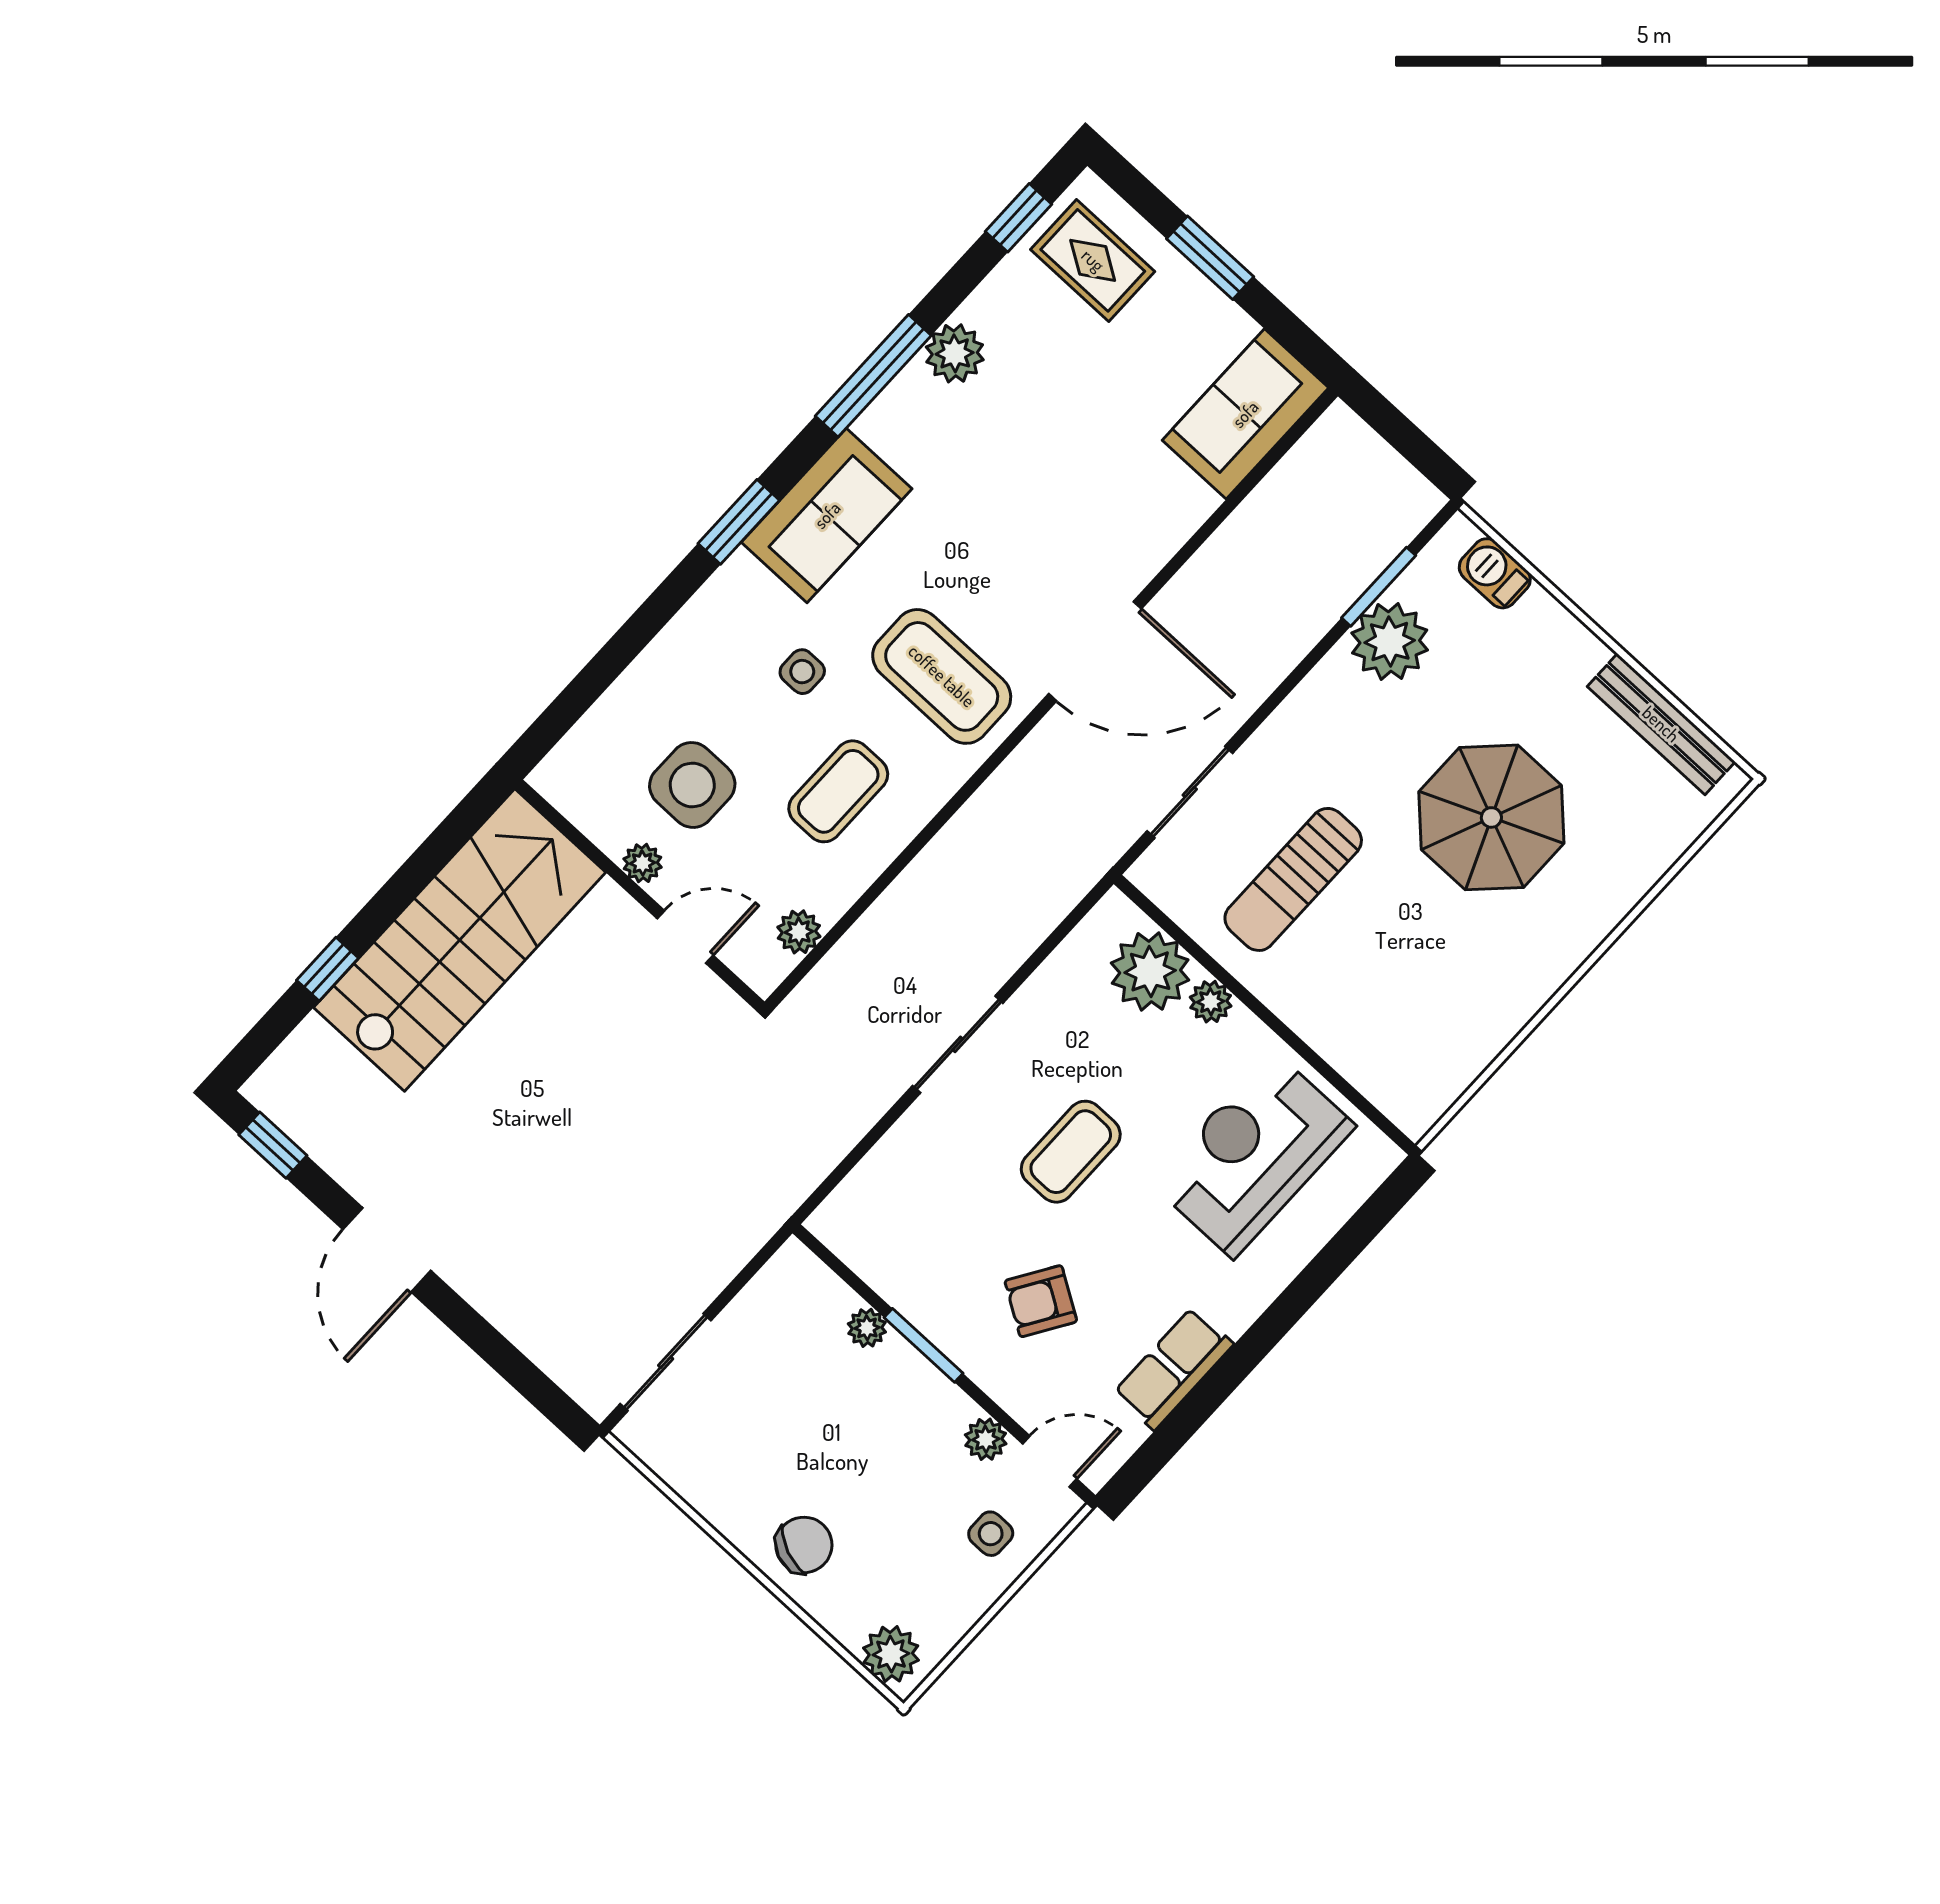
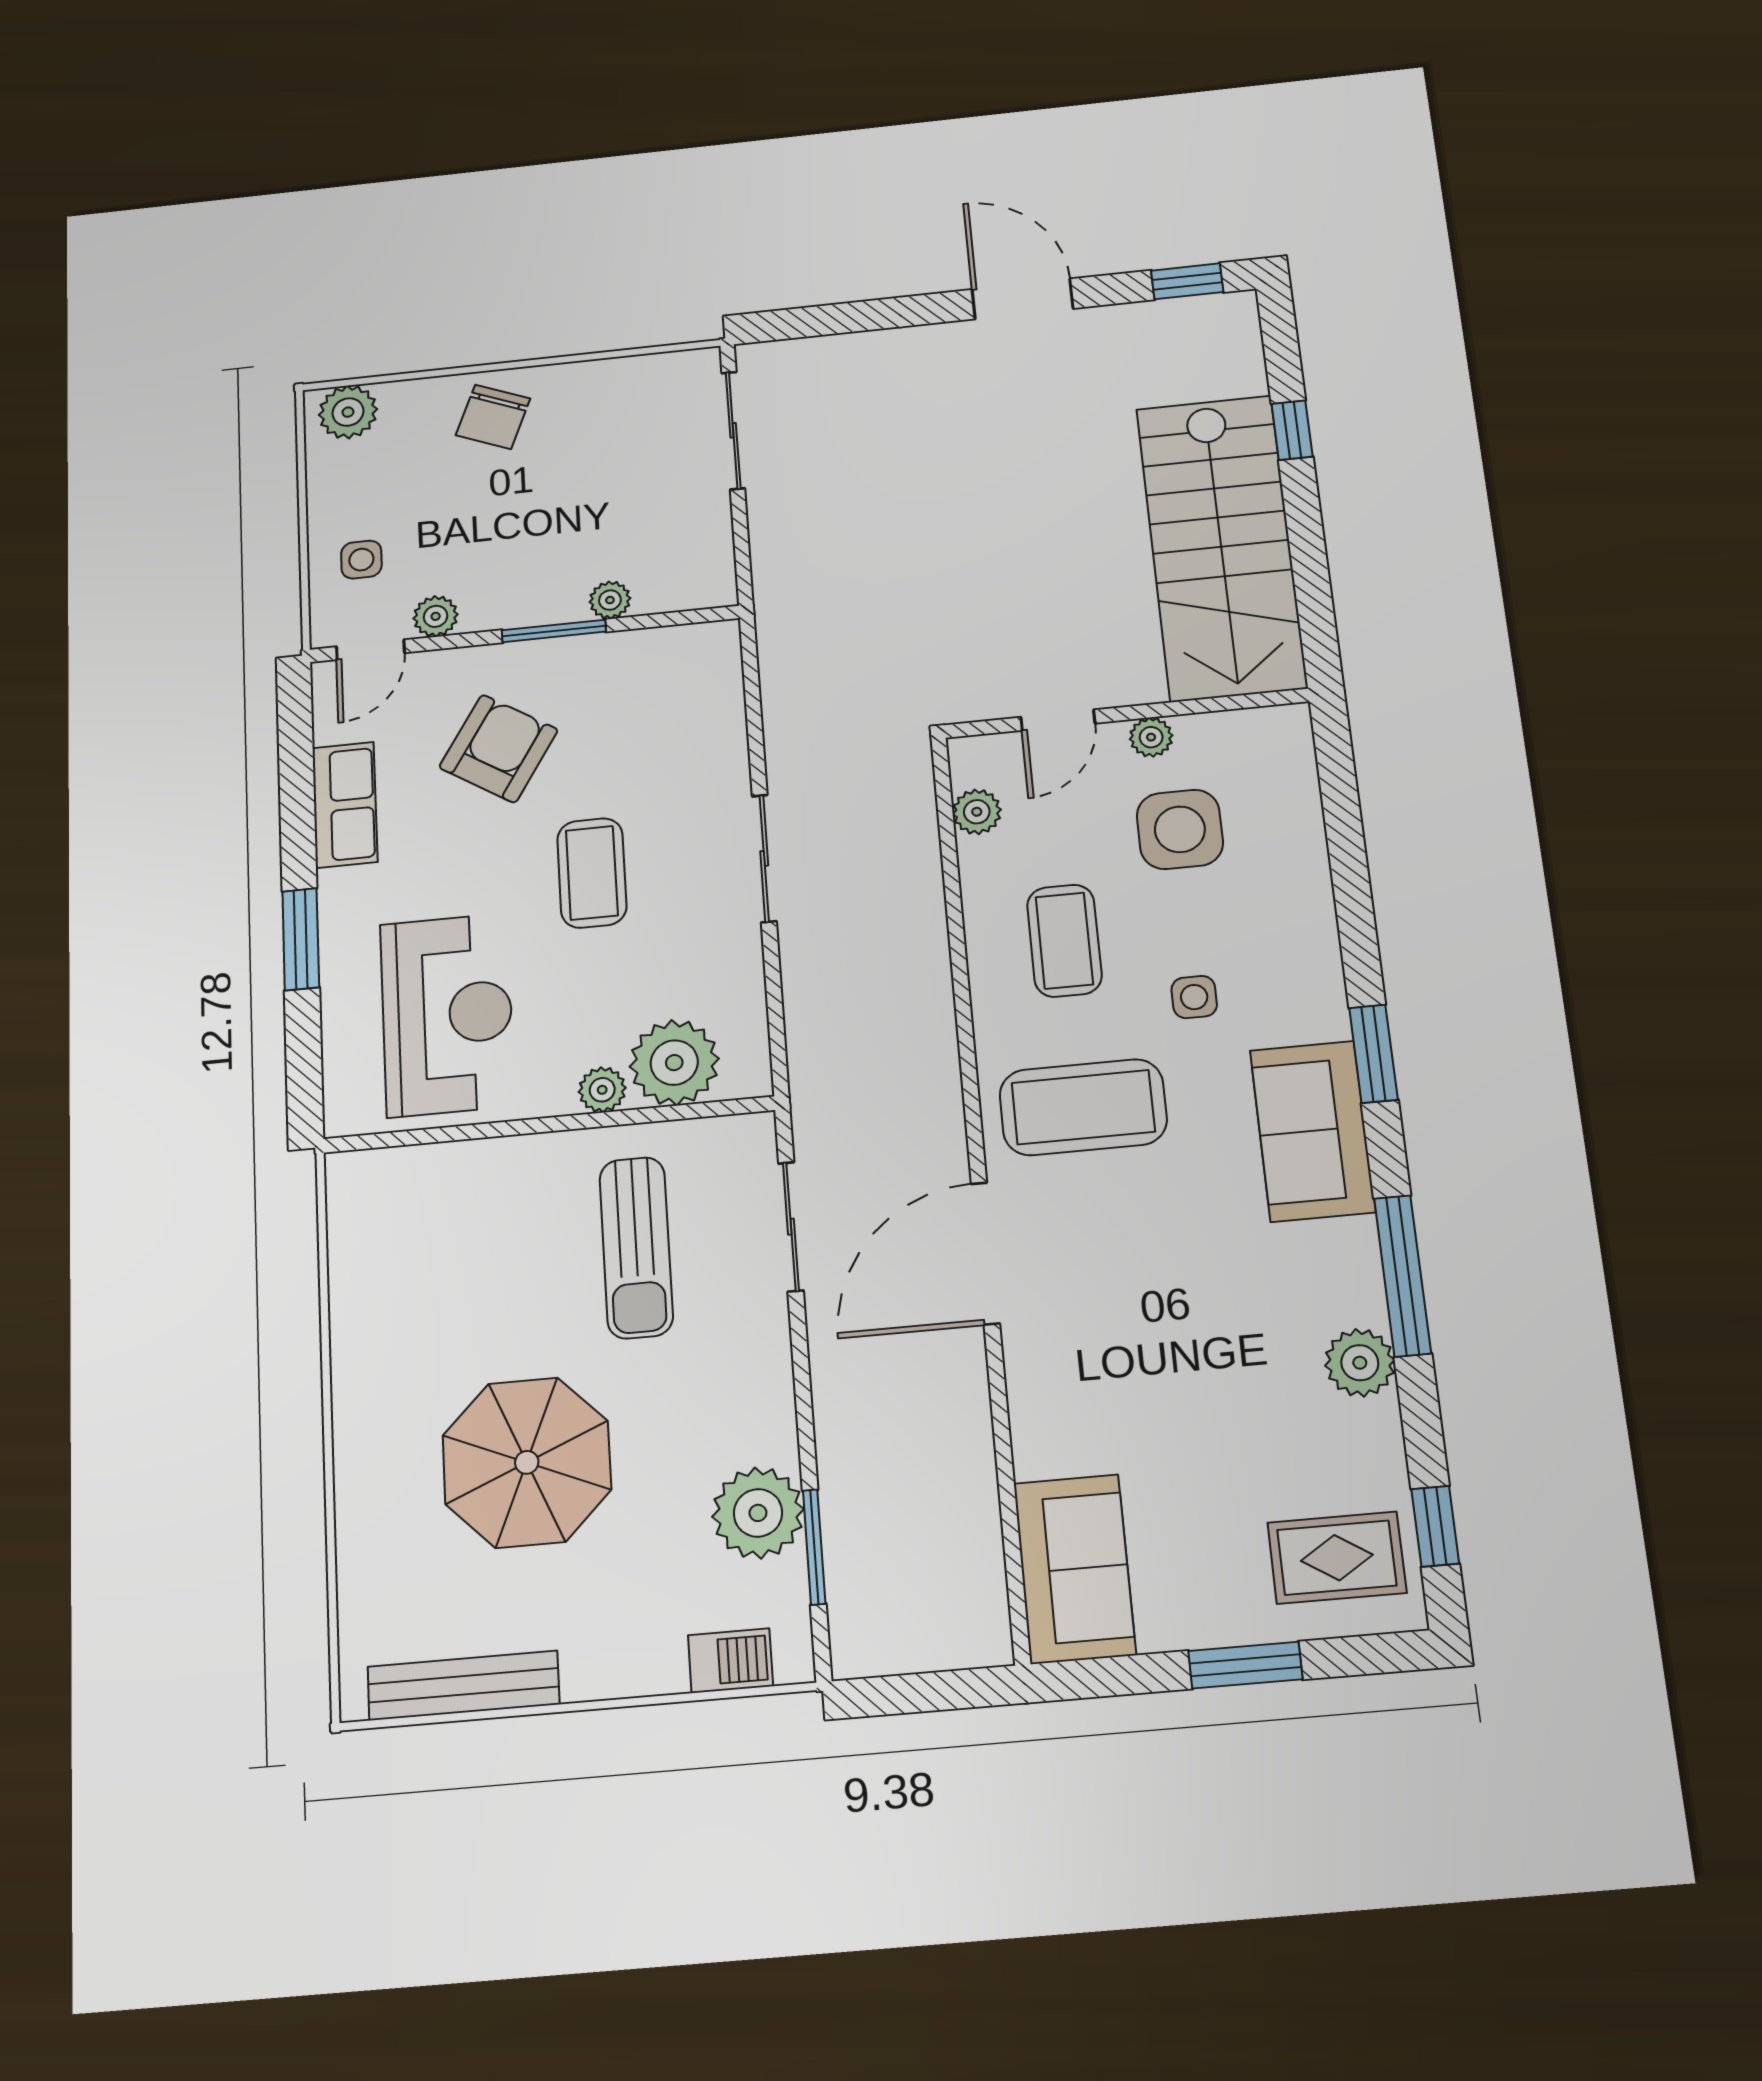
sun lounger: (1293, 879) -> (636, 1247), turned 180
armchair: (1041, 1301) -> (498, 749), width x1.38, depth x1.38
window: (1291, 1305) -> (301, 939), added

